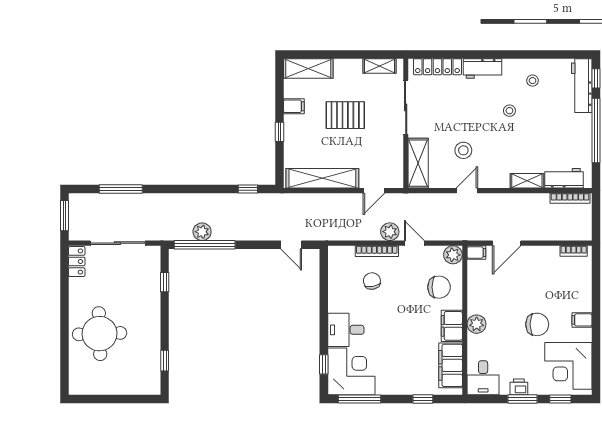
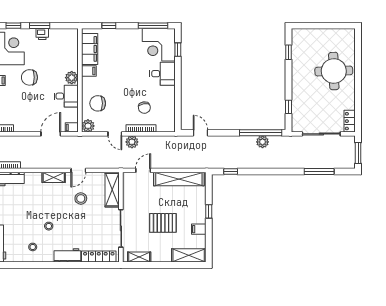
shelving: (527, 181) -> (54, 177), moved
filing cabinet: (452, 326) -> (89, 71), width x0.50
desk: (483, 378) -> (66, 96), moved, turned 90

